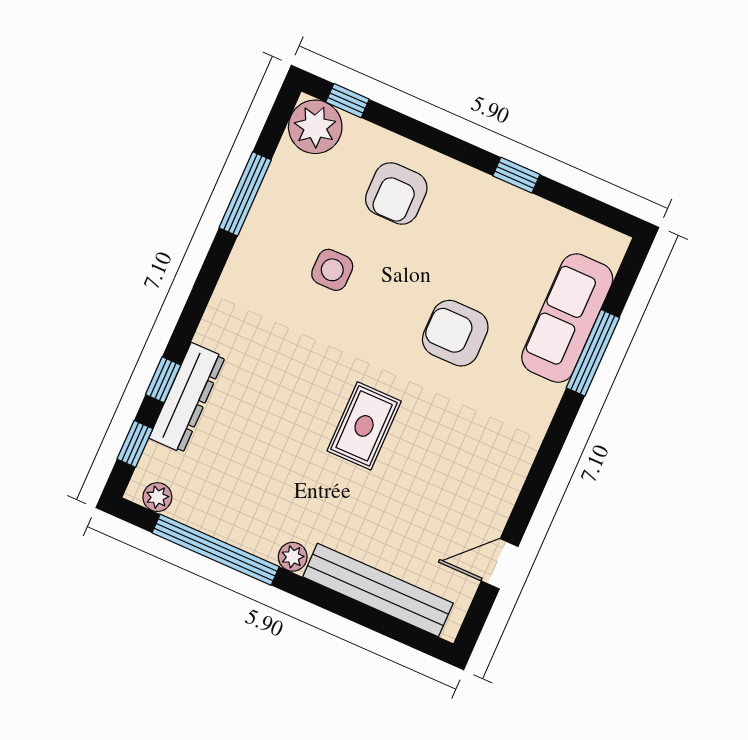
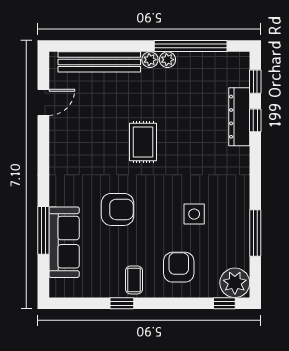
coffee table: (479, 205) -> (134, 280), added
plant: (157, 497) -> (167, 60), moved

